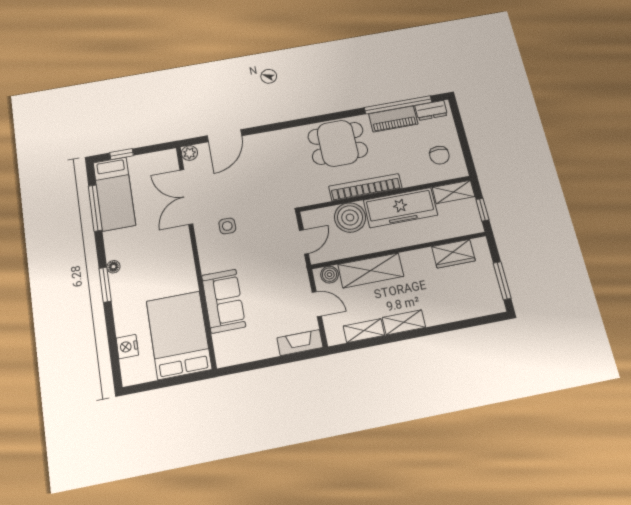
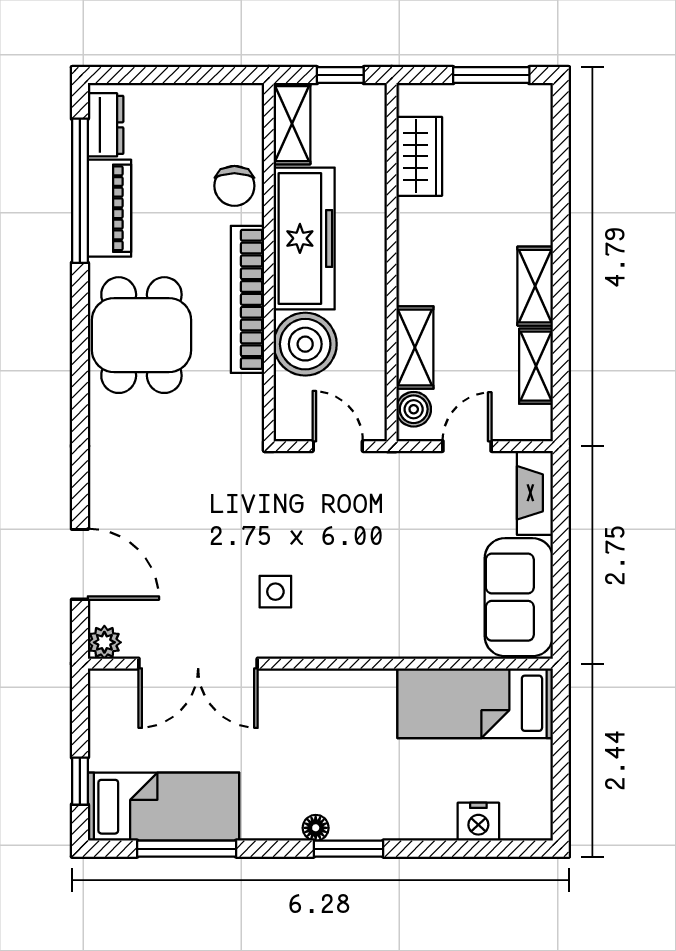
chair: (439, 155) -> (234, 186), moved, turned 90
shelving: (371, 270) -> (415, 348), width x0.67, depth x0.75
sofa: (224, 301) -> (519, 597), moved, turned -90
bed: (179, 335) -> (475, 703), width x0.67

